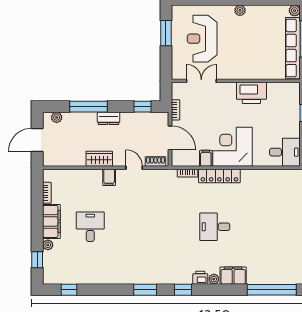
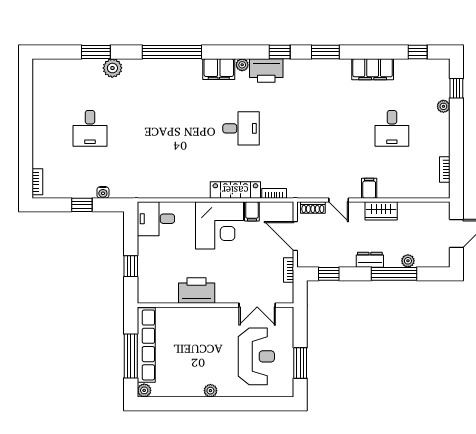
plant: (57, 117) -> (408, 261), moved
filing cabinet: (51, 221) -> (373, 69), moved, turned -90
printer: (200, 278) -> (266, 70), width x1.87, depth x1.48

